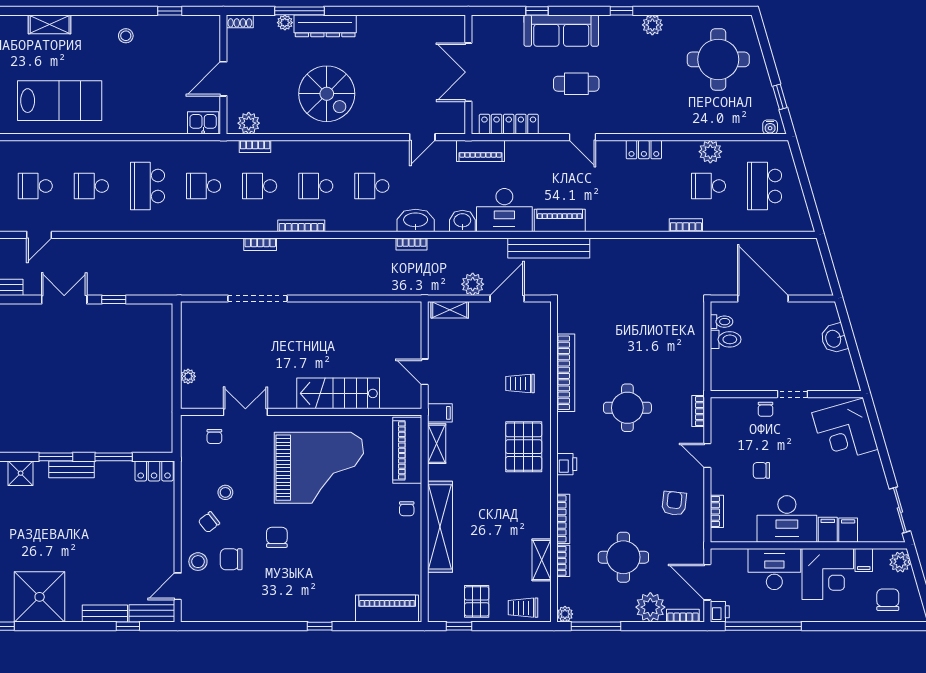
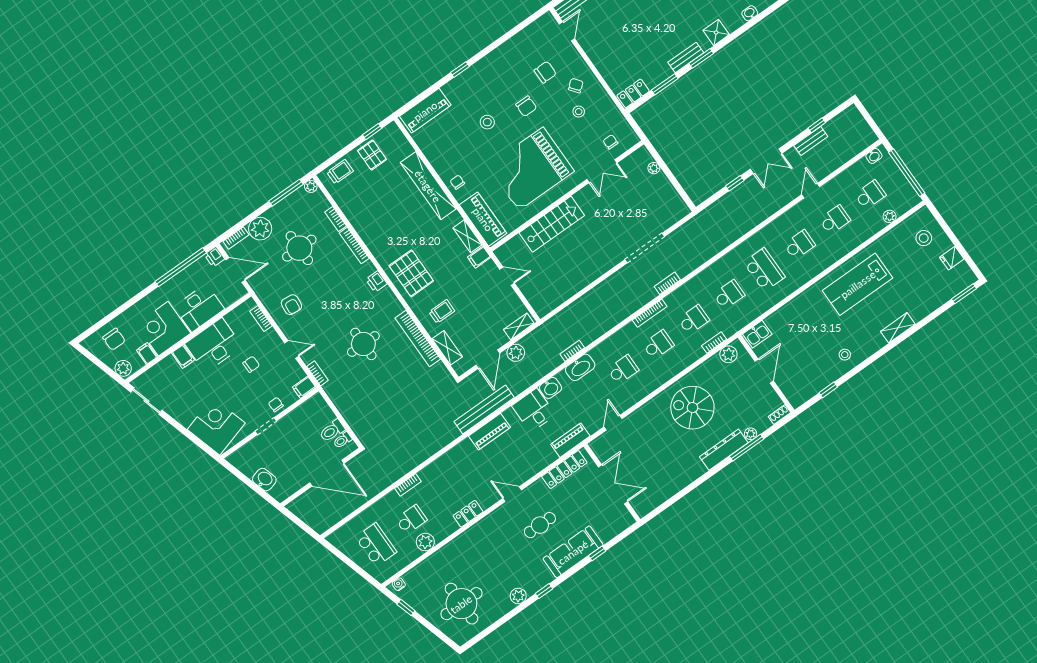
desk: (504, 210) -> (534, 410), width x0.73
filing cabinet: (848, 530) -> (304, 387), moved, turned 90
shelving: (542, 560) -> (447, 348), moved
stool: (198, 562) -> (487, 122), moved

